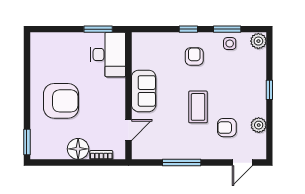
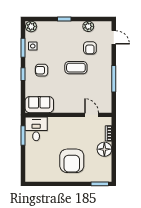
desk: (108, 55) -> (36, 129), width x0.73
sofa: (144, 91) -> (39, 105), moved
armchair: (61, 101) -> (72, 161), turned 180

